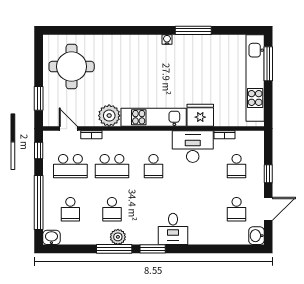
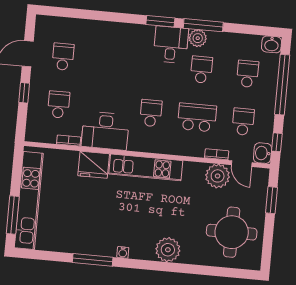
plant: (127, 46) -> (168, 250), added
plant: (109, 116) -> (218, 176), moved
school desk: (70, 166) -> (243, 122), width x0.54
desk: (173, 229) -> (171, 45), moved
washbasin: (256, 236) -> (263, 153), moved, turned 180

